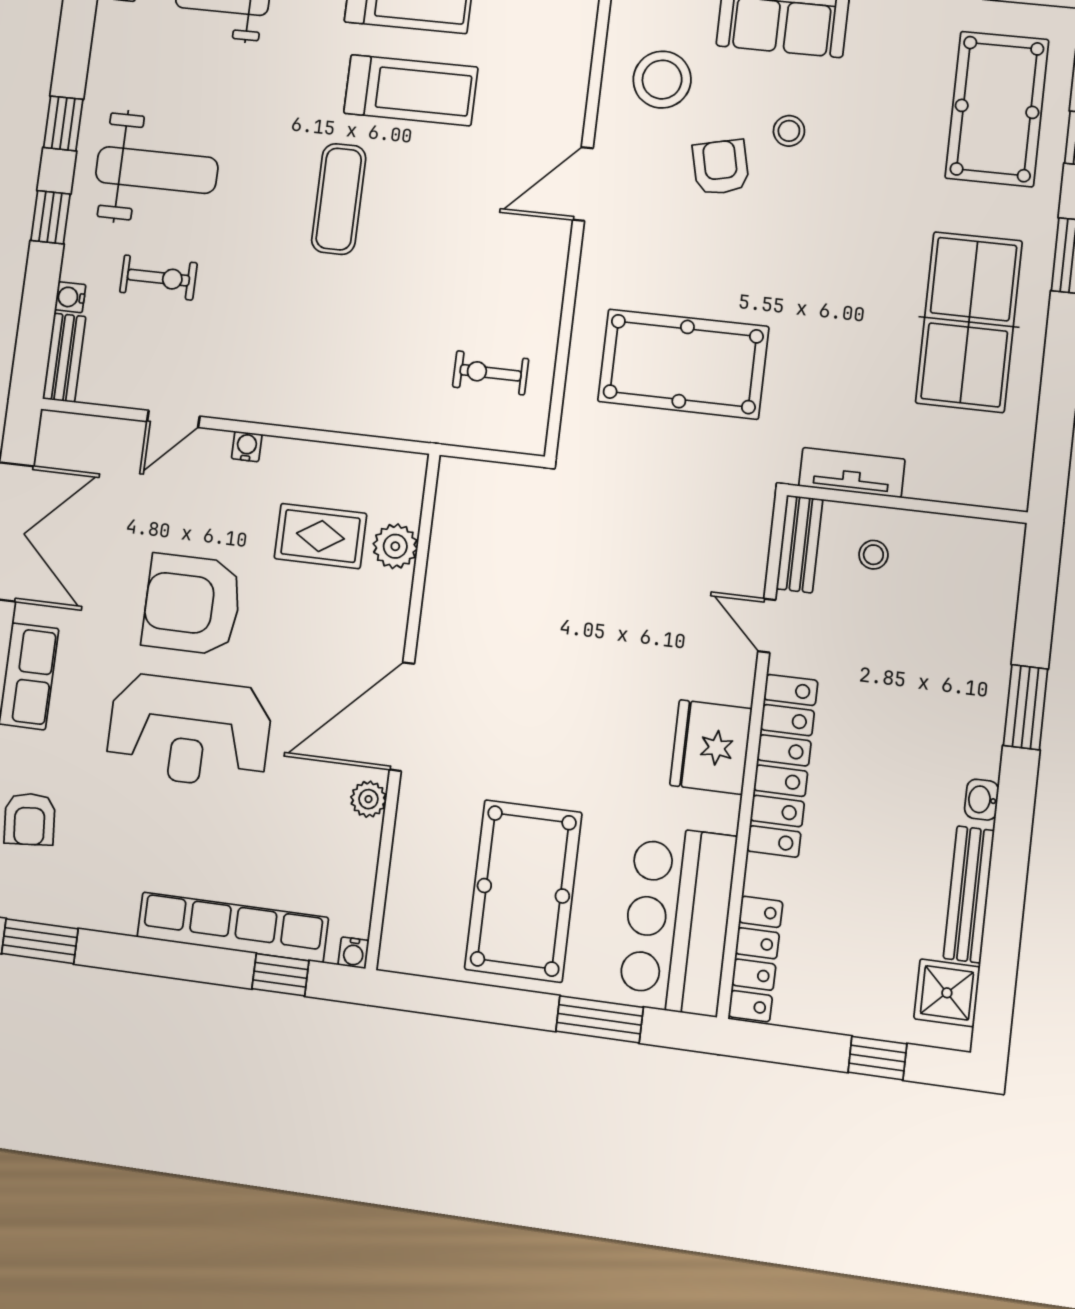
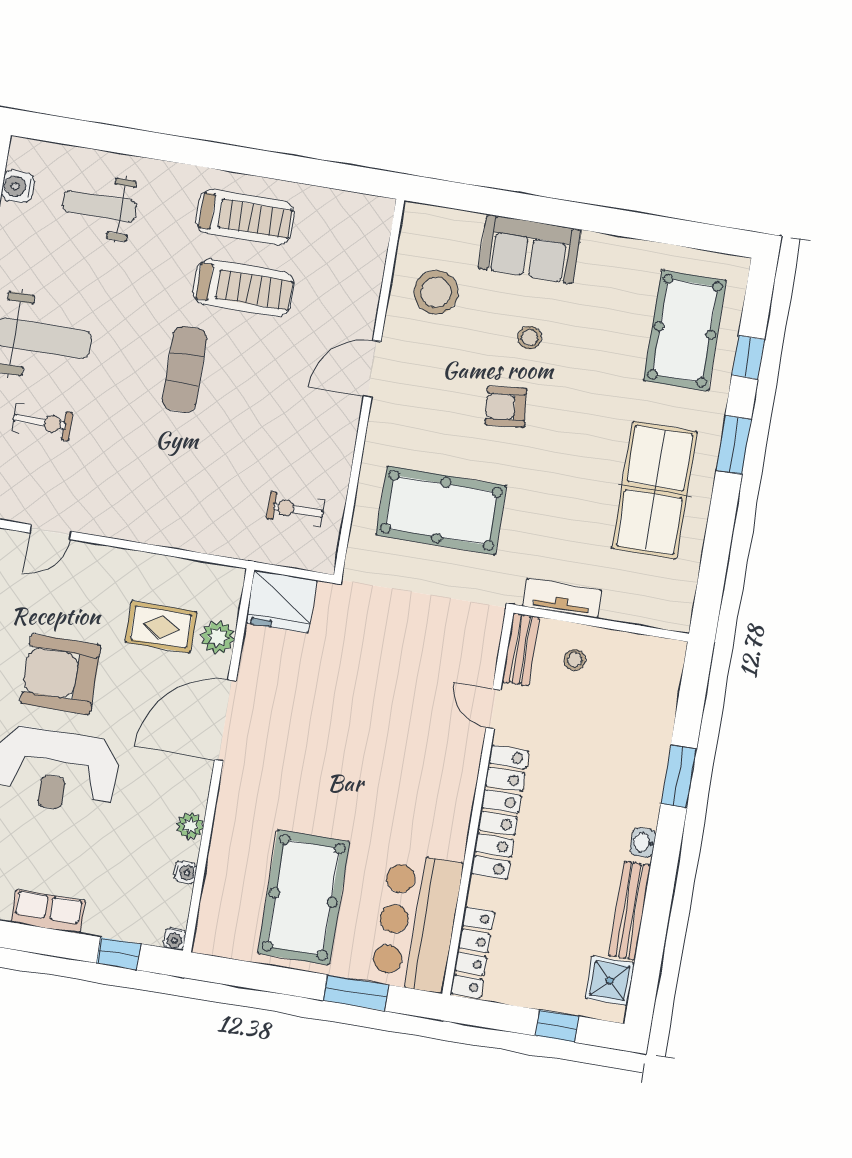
armchair: (721, 167) -> (506, 407), moved, turned -83
water cooler: (247, 446) -> (185, 872), moved, turned 90
door: (402, 717) -> (225, 720), moved
fridge: (711, 747) -> (281, 602), moved, turned -90
row of seats: (233, 927) -> (48, 911), width x0.50

